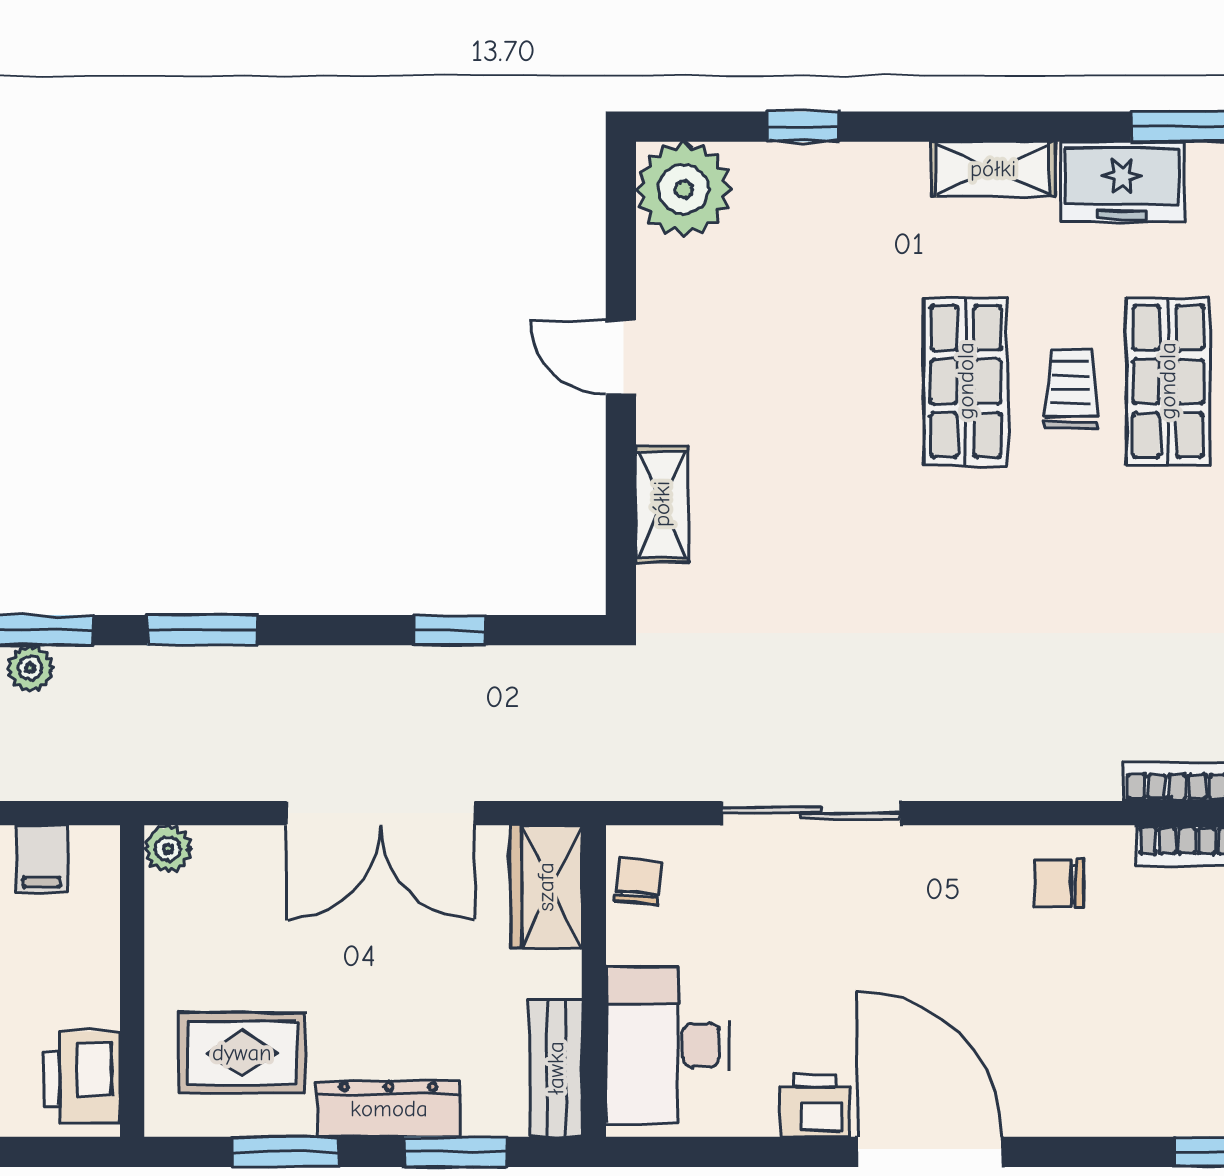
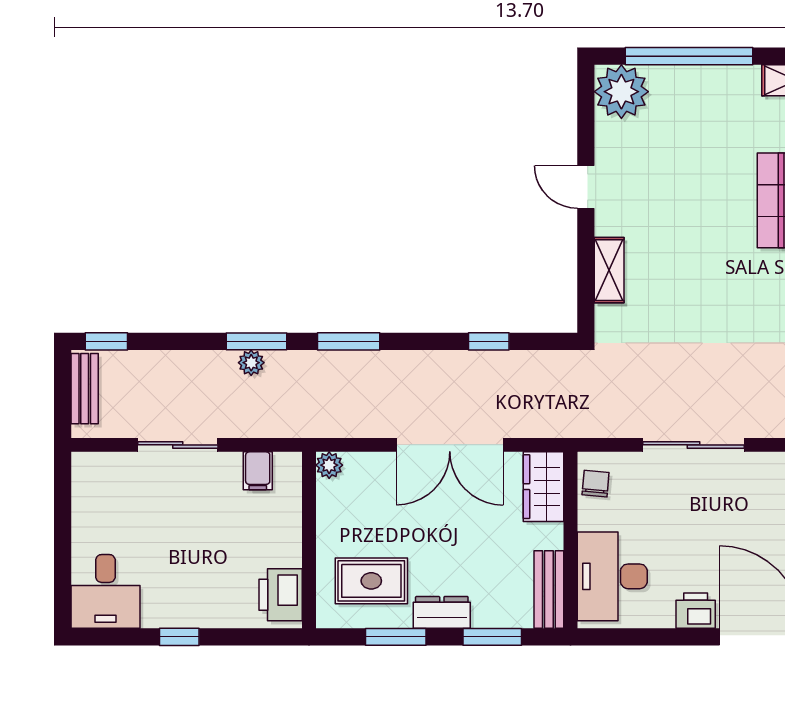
window: (803, 127) -> (689, 56), width x3.17
dresser: (389, 1109) -> (442, 612), width x0.70

